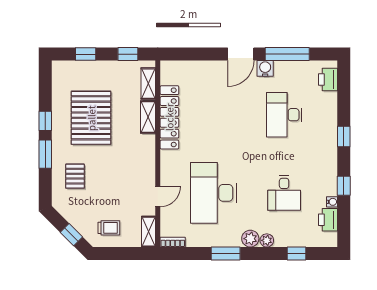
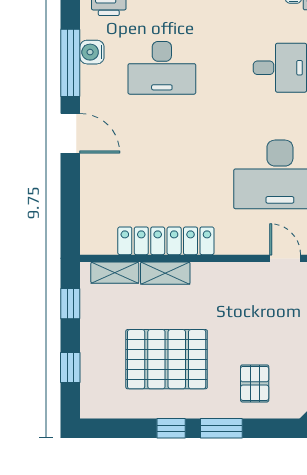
water cooler: (265, 68) -> (92, 52), moved
pallet: (75, 176) -> (255, 383), turned 90

